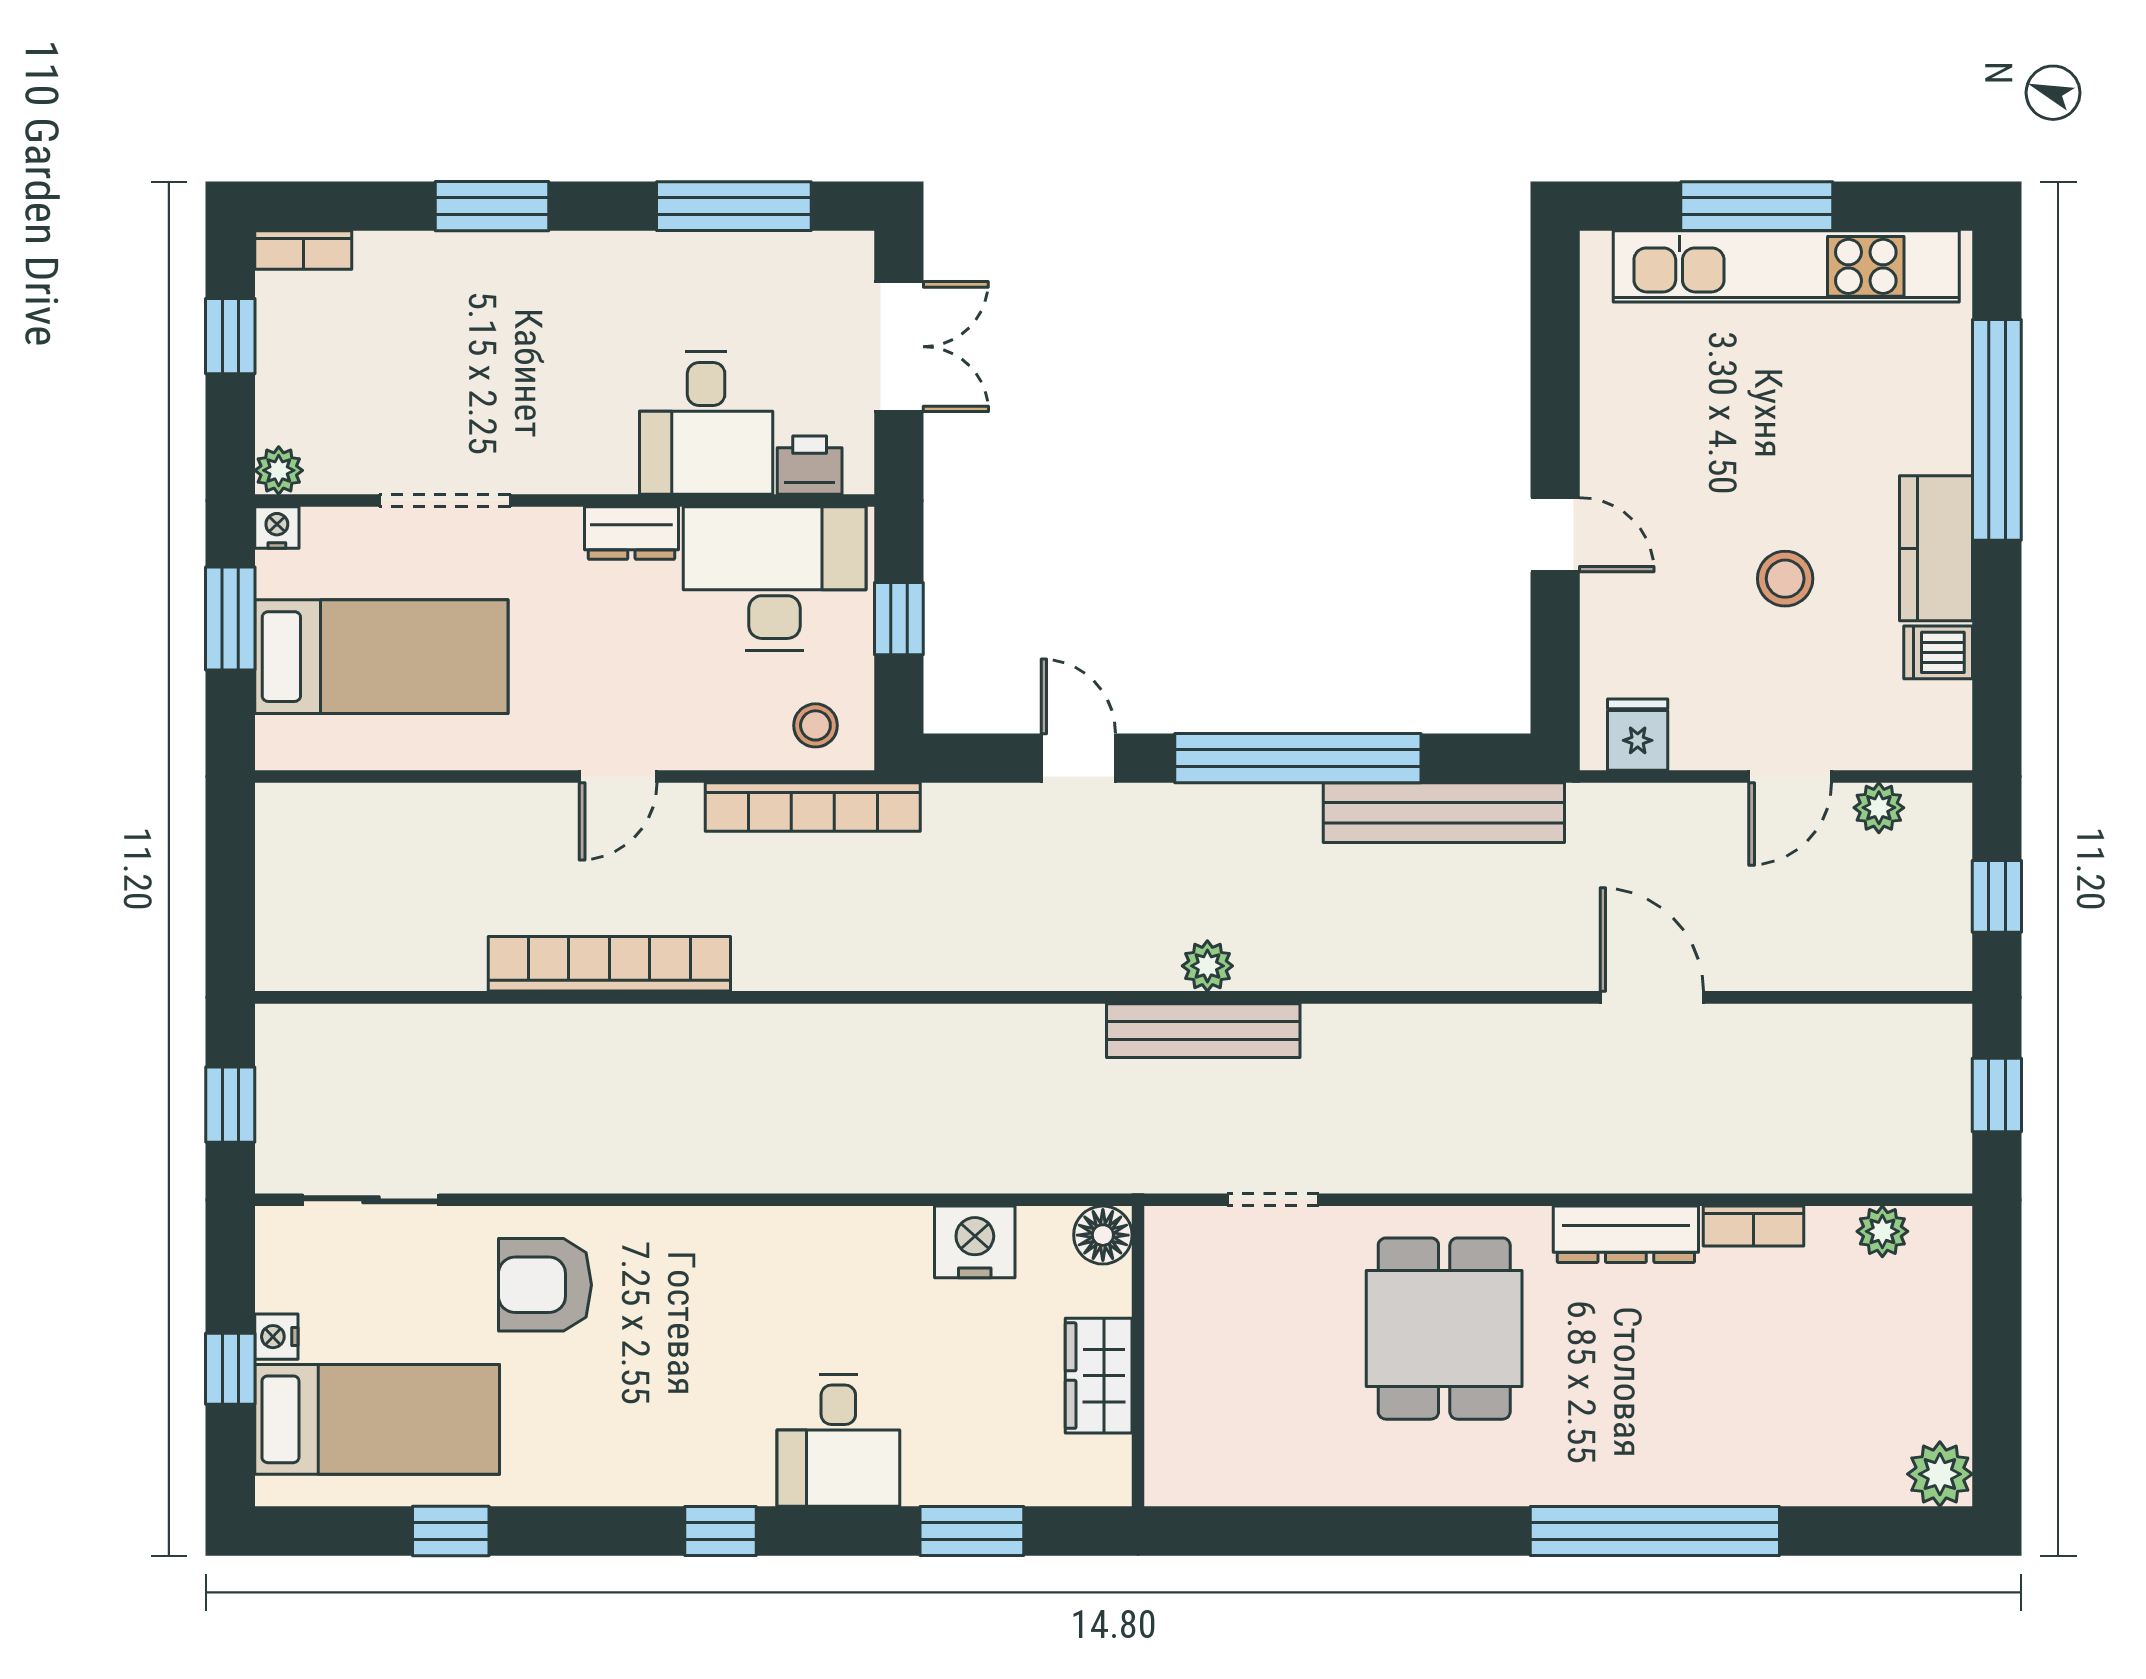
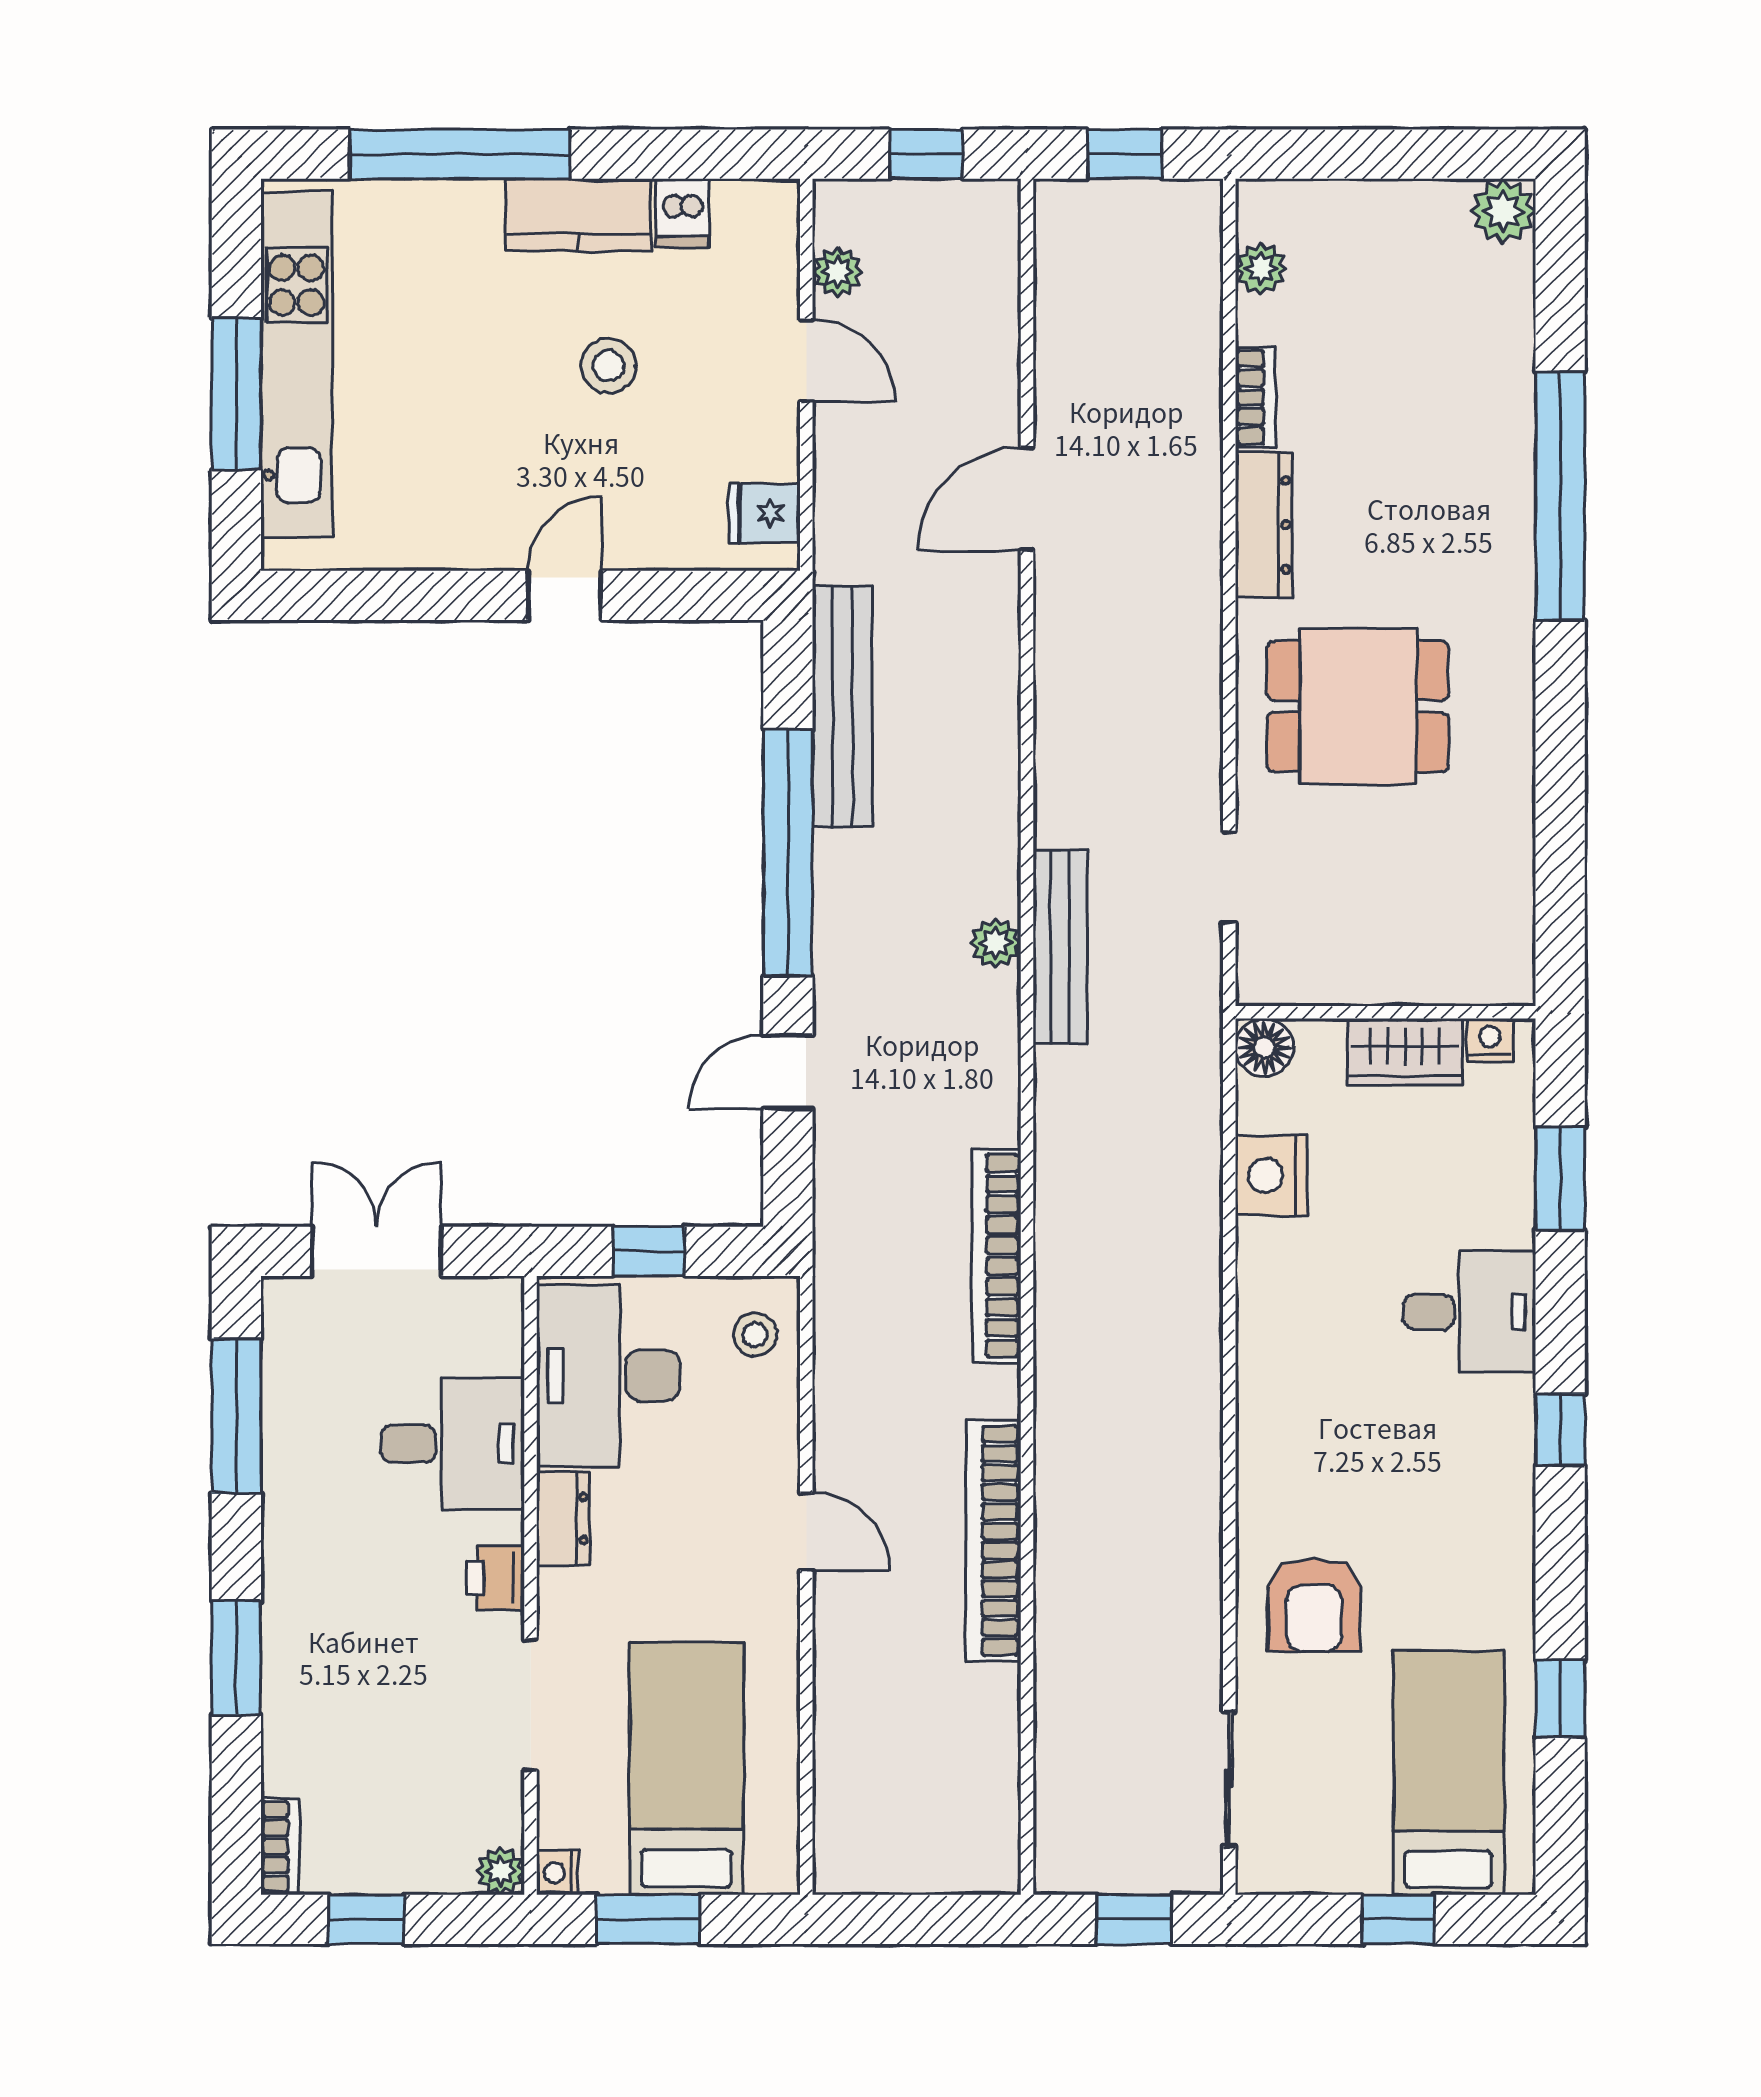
printer: (810, 465) -> (495, 1578), moved
bookcase: (813, 807) -> (996, 1256), moved, turned 180
nightstand: (276, 1337) -> (1490, 1040), moved, turned 180

